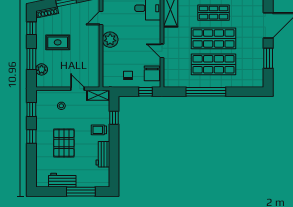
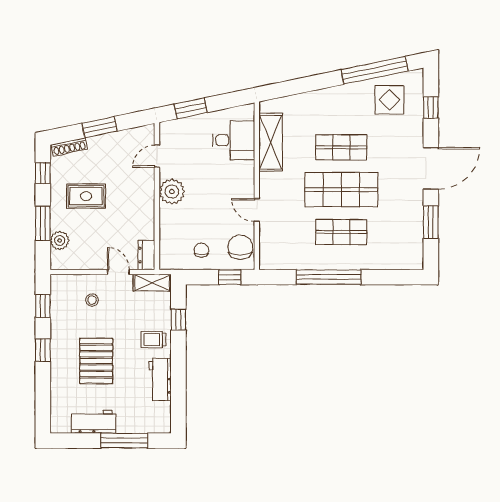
shop shelf: (214, 64) -> (341, 232), width x0.70, depth x0.74
chair: (152, 73) -> (240, 247), turned 180
dresser: (95, 78) -> (146, 255), added

